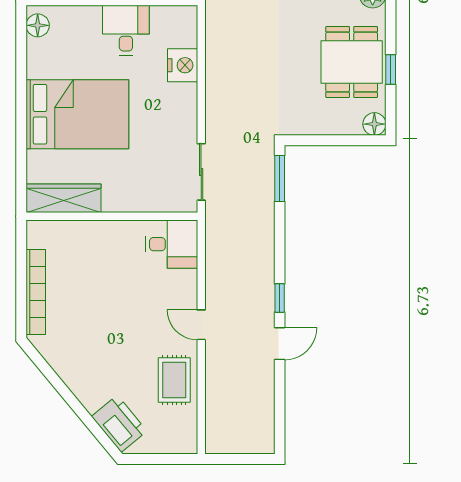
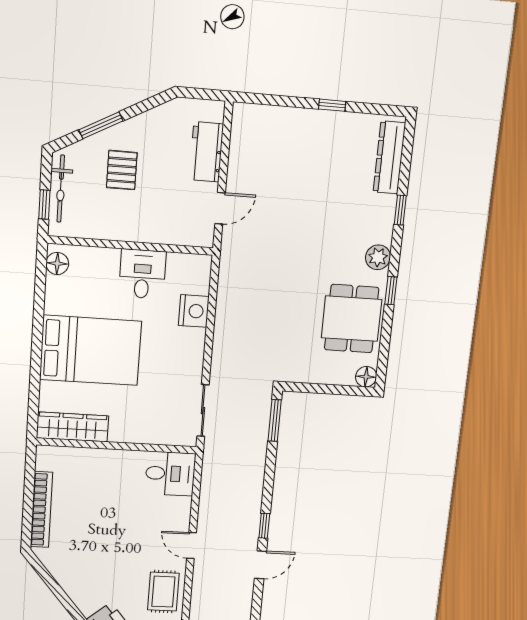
window: (391, 69) -> (391, 291), moved

